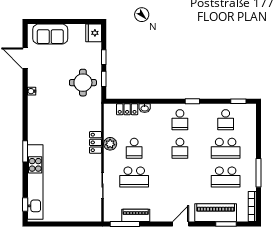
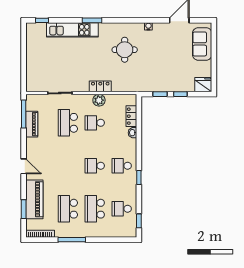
round table: (83, 83) -> (125, 50), moved
kitchen unit: (35, 182) -> (72, 30), width x0.73

